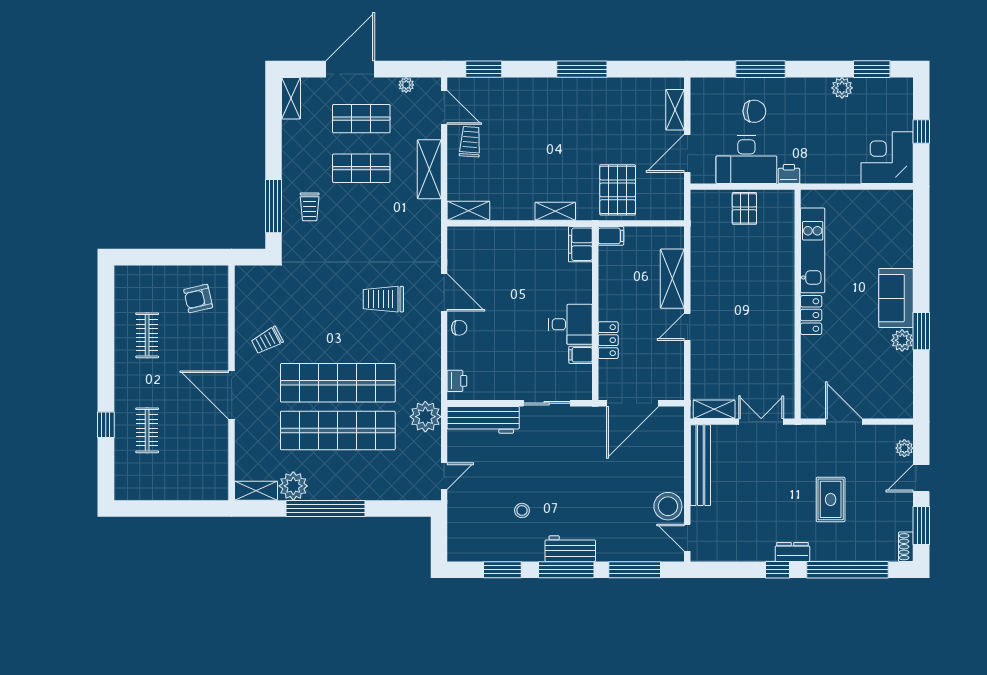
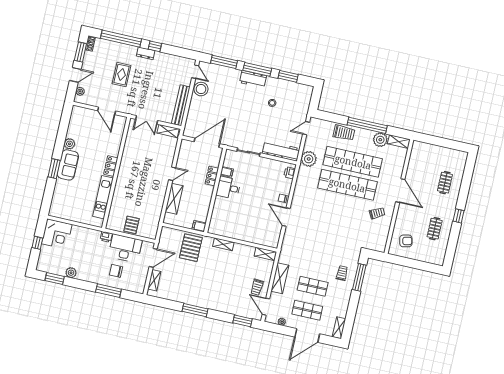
filing cabinet: (580, 244) -> (215, 225), removed
trolley: (383, 299) -> (344, 133), moved
window: (921, 331) -> (54, 169), moved
window: (106, 425) -> (458, 216), moved

